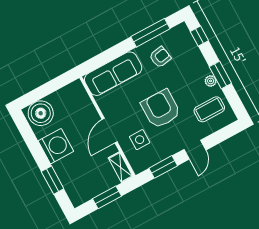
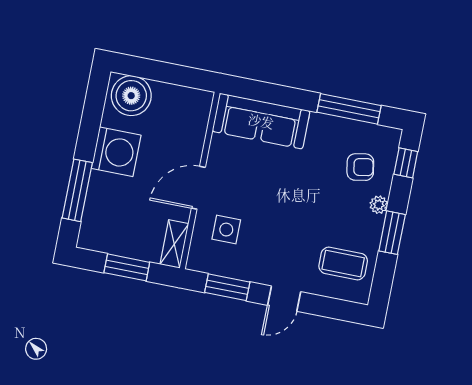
armchair: (160, 57) -> (360, 167), moved
plant: (211, 81) -> (379, 205), moved
armchair: (161, 109) -> (284, 213), removed
window: (53, 180) -> (77, 190), width x1.44

